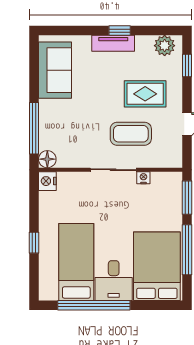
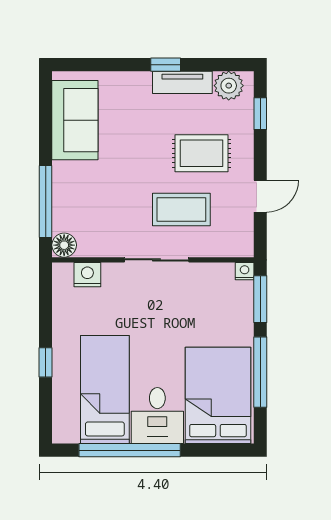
tv unit: (113, 43) -> (182, 82), moved
nightstand: (143, 178) -> (245, 271), moved
nightstand: (47, 181) -> (87, 275), moved, turned 90

